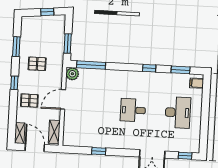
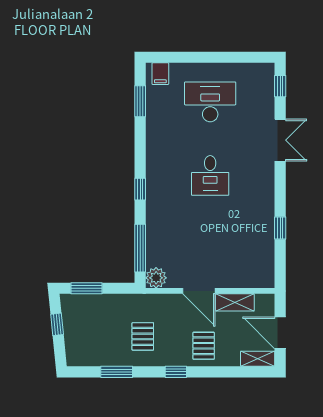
window: (68, 43) -> (86, 288), moved
window: (149, 68) -> (140, 189), moved
shelving: (54, 132) -> (235, 302), moved
door: (35, 148) -> (280, 333), hinge flipped

